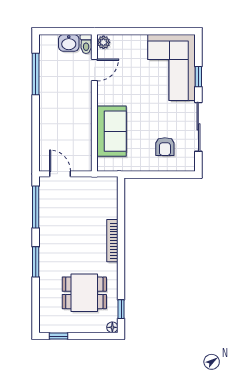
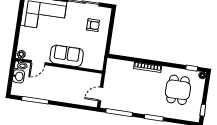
door: (94, 70) -> (38, 63), swing flipped
sofa: (111, 131) -> (67, 56), moved

